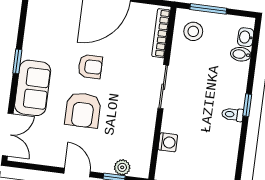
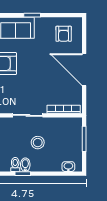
stool: (193, 31) -> (38, 143), moved
bidet: (241, 54) -> (25, 165), moved
armchair: (90, 67) -> (64, 34), moved

